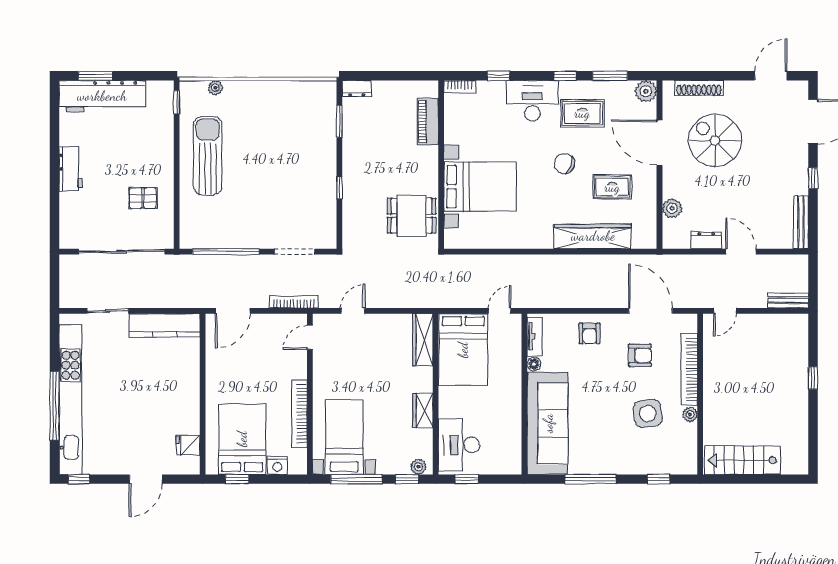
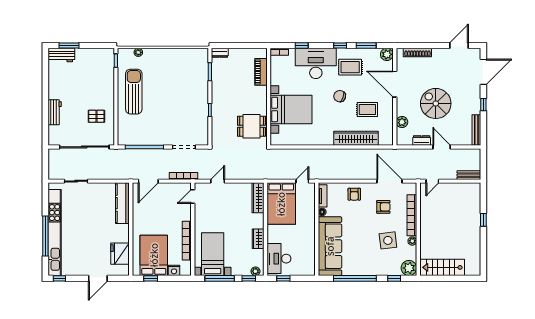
workbench: (102, 96) -> (61, 55), width x0.53, depth x0.76
desk: (532, 101) -> (316, 63), width x1.36, depth x1.30
spiral stairs: (715, 141) -> (436, 103), moved
workbench: (71, 169) -> (55, 112), moved
kitchen counter: (164, 325) -> (122, 203), moved, turned 90
fridge: (188, 445) -> (120, 254), width x1.88, depth x1.34
plant: (684, 461) -> (409, 268), added
window: (591, 479) -> (355, 278), width x1.46

